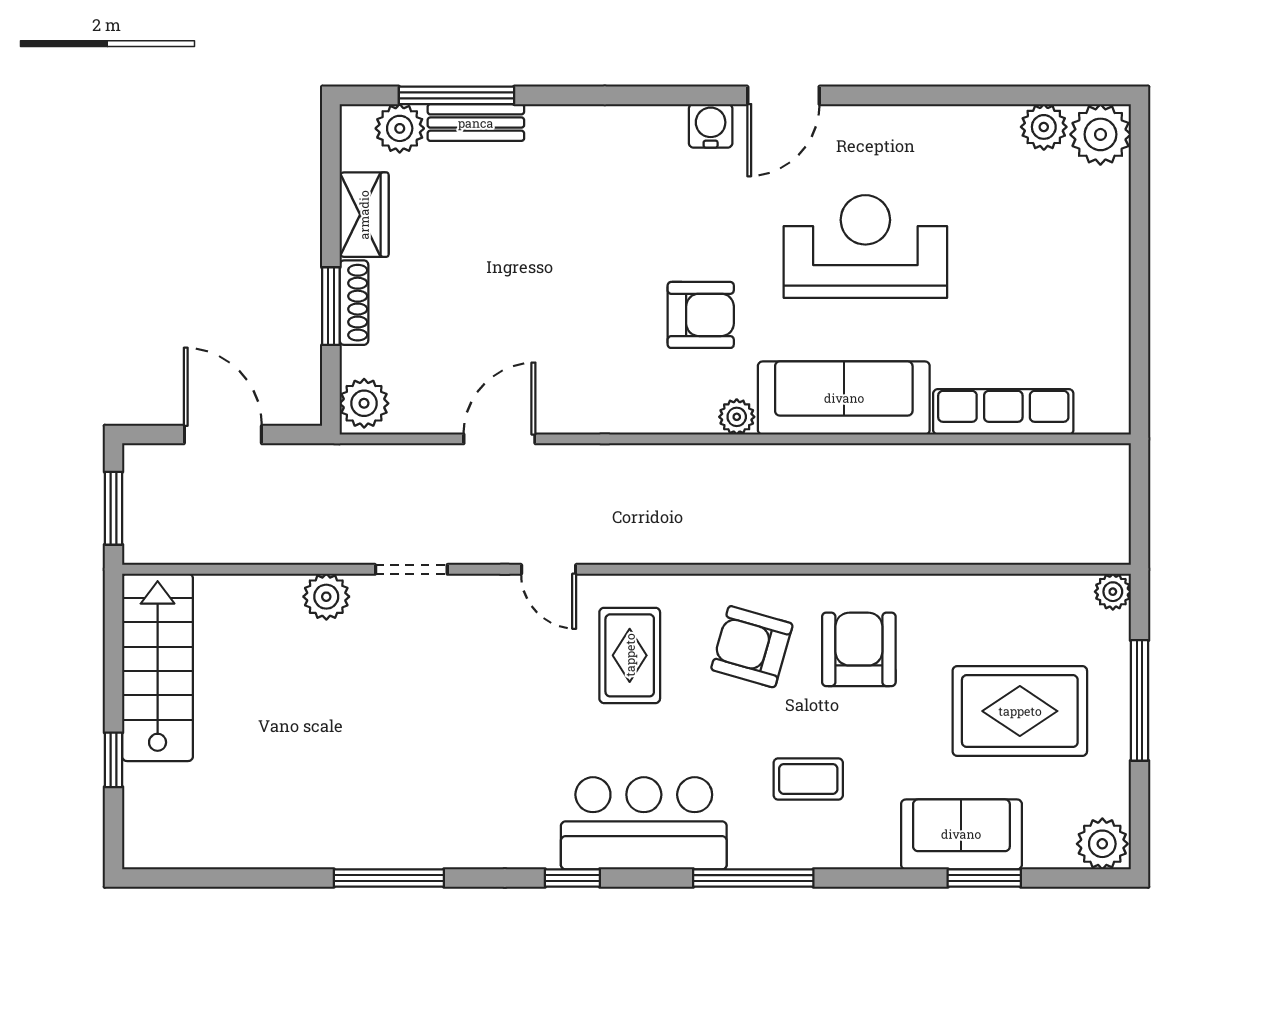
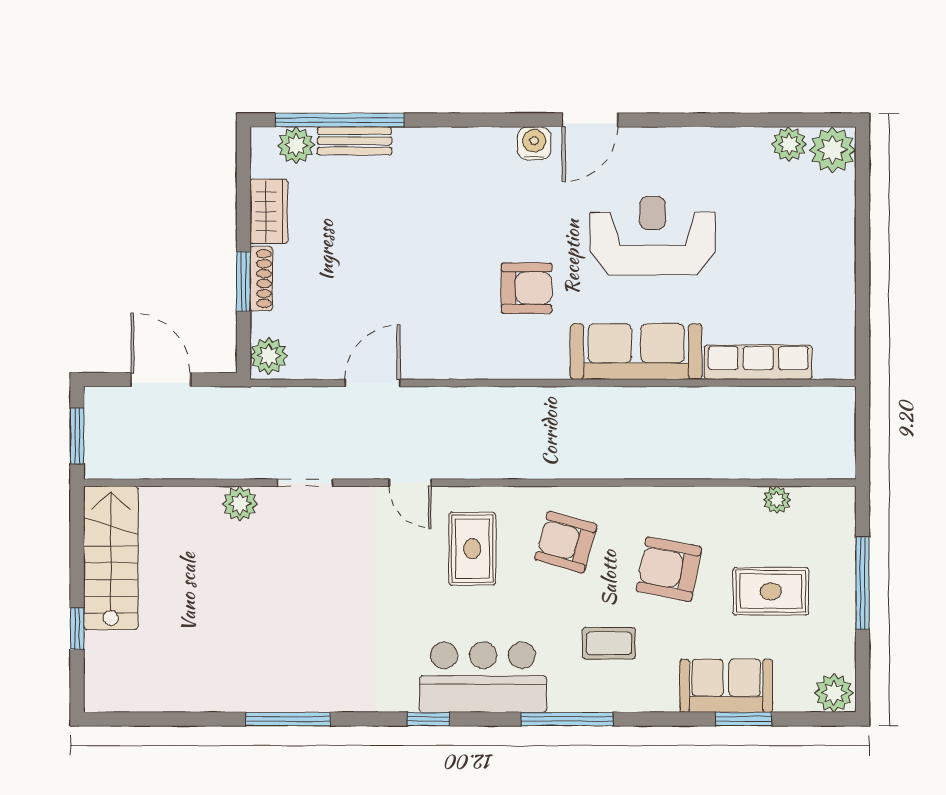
window: (456, 95) -> (340, 120), width x1.46
plant: (737, 417) -> (554, 366), removed
plant: (1113, 592) -> (777, 500), moved
armchair: (859, 649) -> (669, 569), moved, turned -79
rug: (1020, 711) -> (771, 591), width x0.73, depth x0.70

